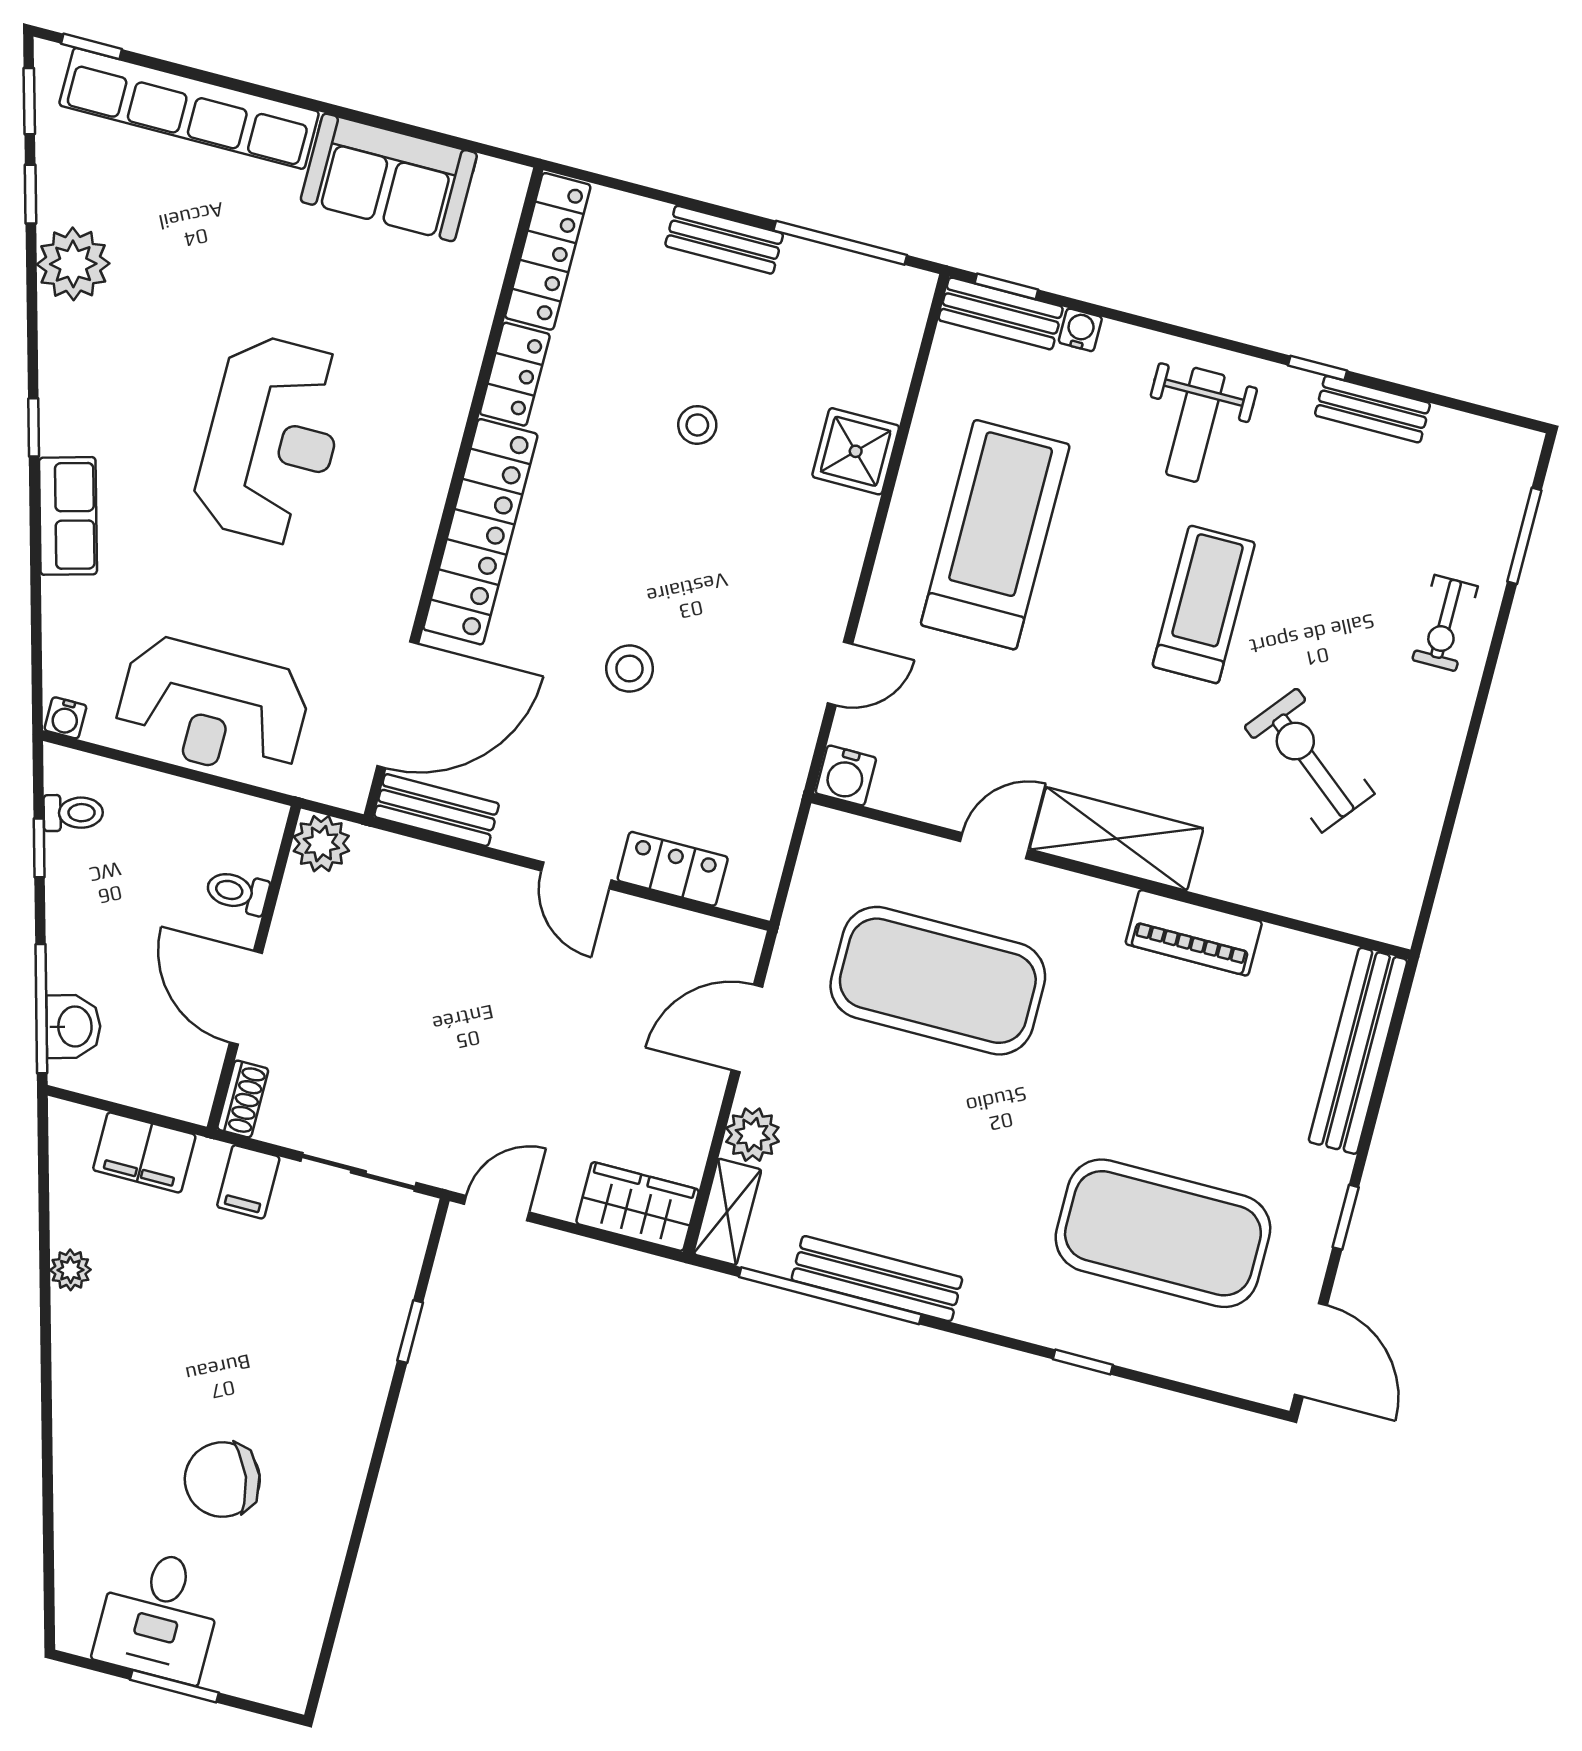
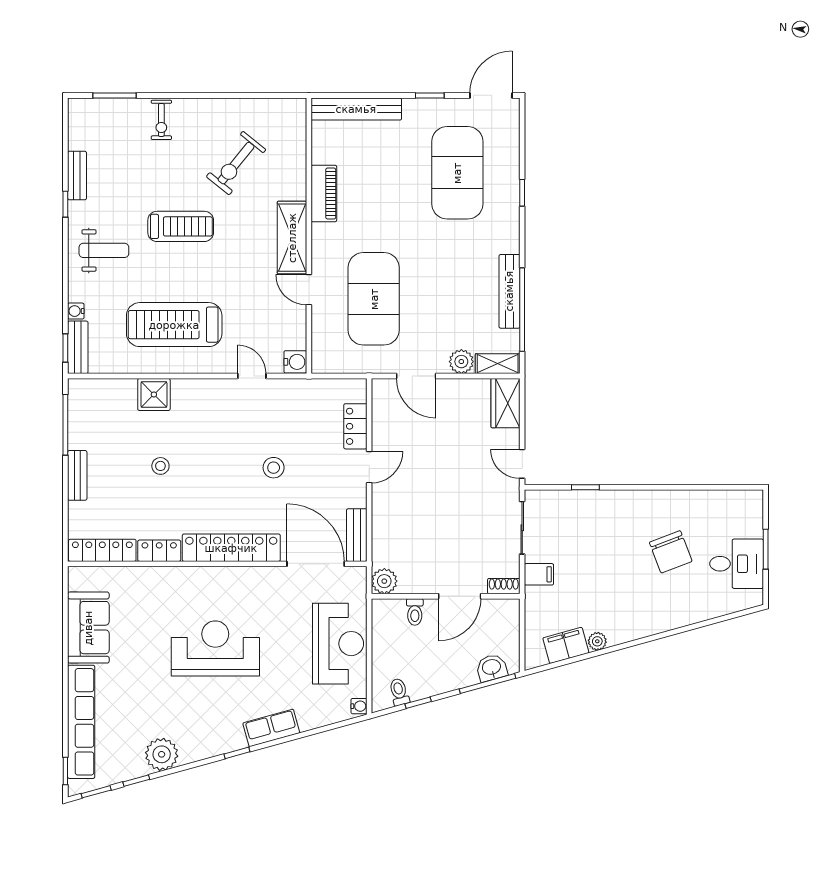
treadmill: (1204, 604) -> (181, 226), turned 180
exercise bike: (1445, 623) -> (161, 120), turned 90
filing cabinet: (144, 1152) -> (566, 645), moved, turned -105

